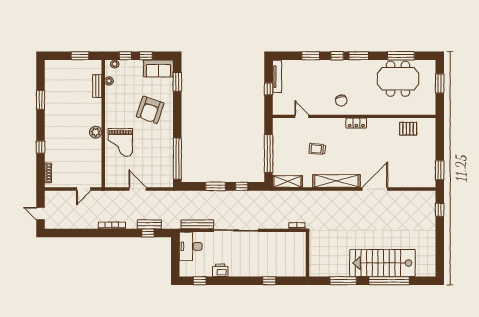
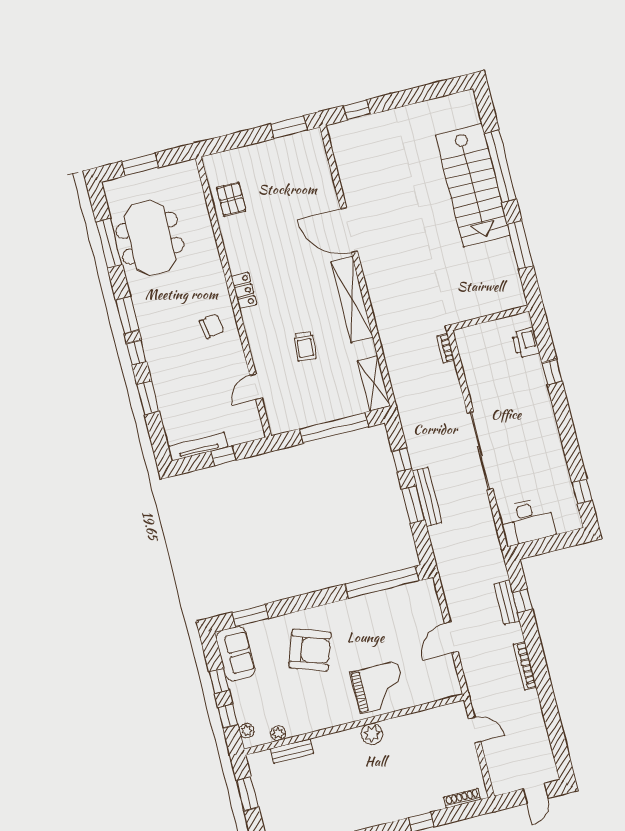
bench: (197, 224) -> (427, 497), moved
printer: (220, 270) -> (526, 343), moved

